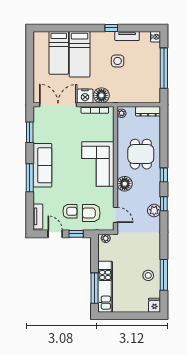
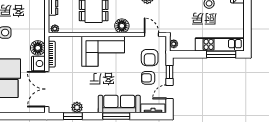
plant: (39, 137) -> (77, 107), added
sofa: (42, 165) -> (119, 104), moved
armchair: (70, 211) -> (148, 78), turned -90
door: (116, 215) -> (152, 34), hinge flipped

